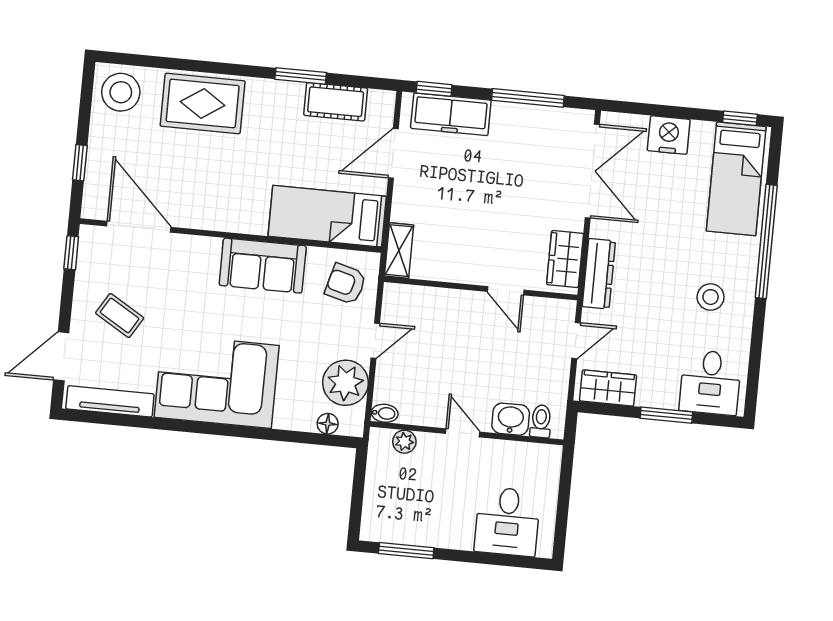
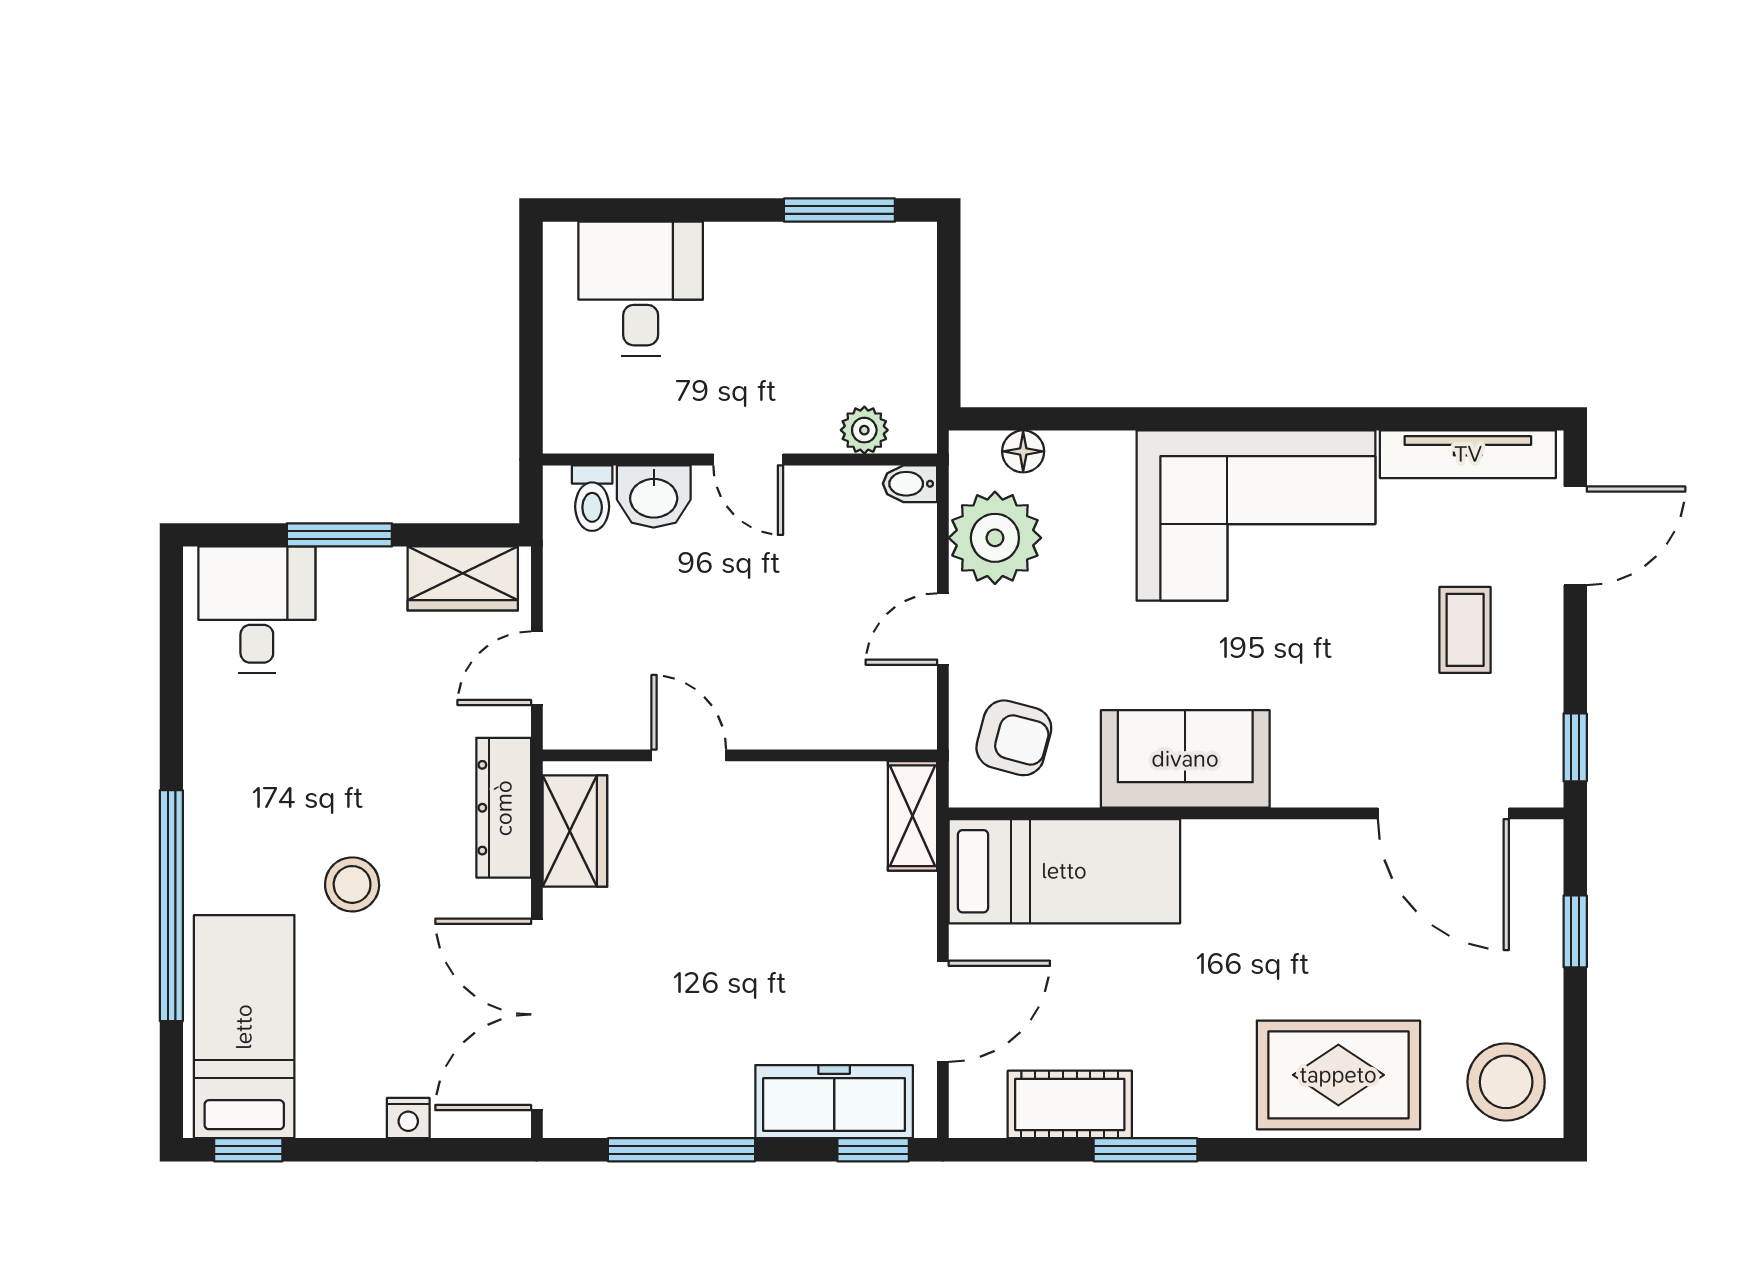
nightstand: (669, 135) -> (408, 1118), width x0.53, depth x0.56
stool: (711, 297) -> (352, 884), moved
coffee table: (120, 316) -> (1465, 630), turned 59

